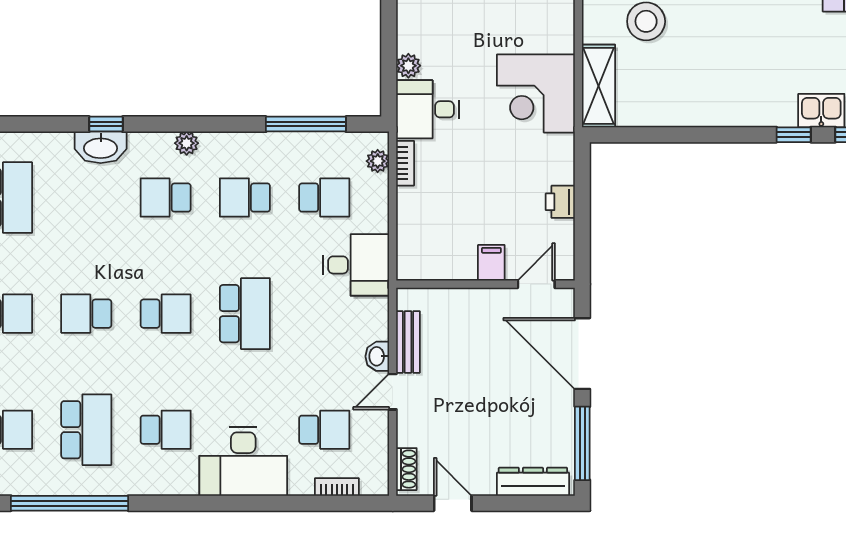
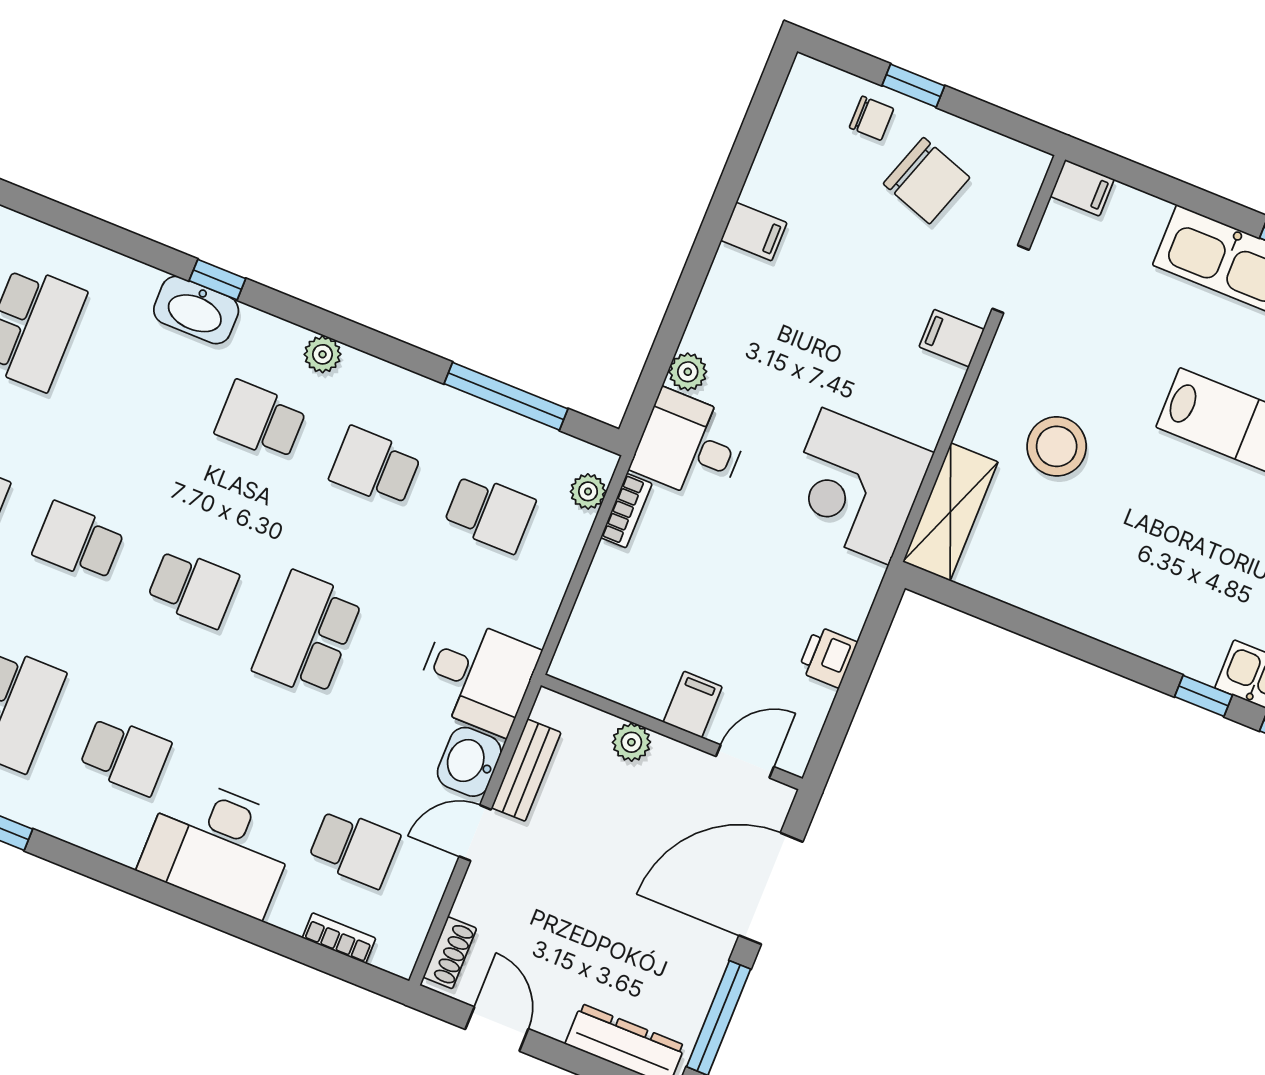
desk: (356, 265) -> (477, 675), moved
plant: (464, 300) -> (631, 742), added
school desk: (245, 314) -> (307, 634), turned 180
door: (582, 354) -> (771, 889), hinge flipped
washbasin: (377, 356) -> (469, 762), width x1.38, depth x1.45

